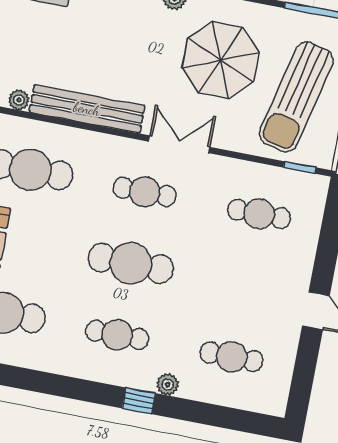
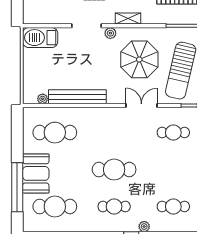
double door: (179, 144) -> (141, 105), moved
cafe table: (145, 192) -> (114, 133), removed

